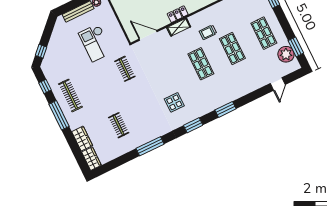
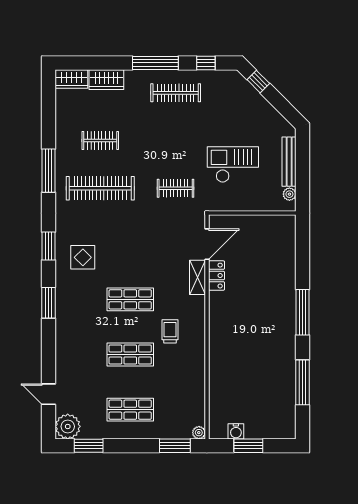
locker: (178, 14) -> (216, 276), moved
shelving: (179, 27) -> (197, 277), moved
plant: (286, 54) -> (68, 426), moved
display table: (174, 102) -> (83, 257), moved
clothes rail: (146, 112) -> (100, 188), added

